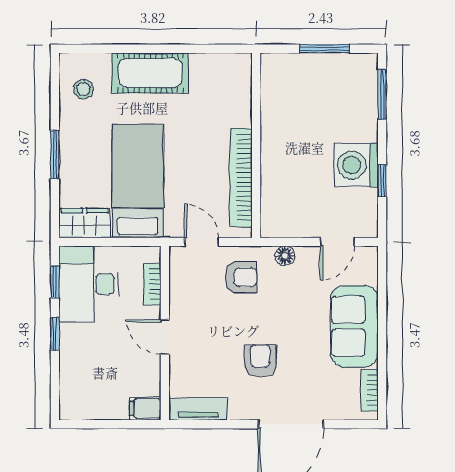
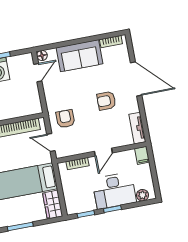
door: (201, 242) -> (51, 143), hinge flipped
door: (337, 242) -> (38, 73), hinge flipped
floor lamp: (285, 256) -> (42, 55), moved
desk: (89, 284) -> (114, 191), moved
plant: (70, 395) -> (142, 195), added

